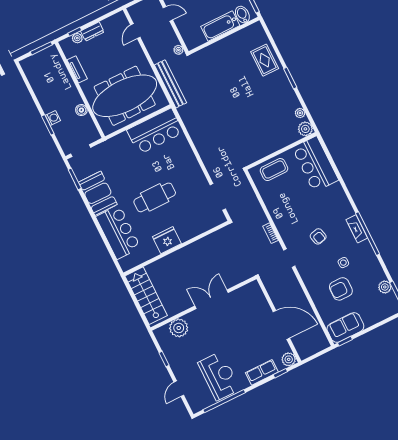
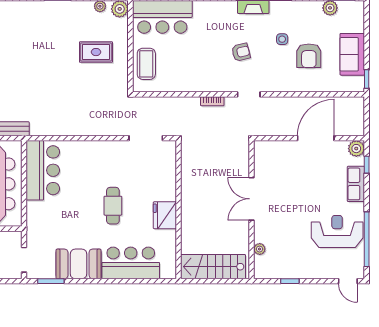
rug: (265, 60) -> (96, 52), moved
cafe table: (155, 197) -> (113, 206), width x0.73, depth x0.74
sofa: (345, 327) -> (352, 54), moved
plant: (179, 328) -> (260, 249), width x0.53, depth x0.53
door: (179, 389) -> (348, 281), moved

